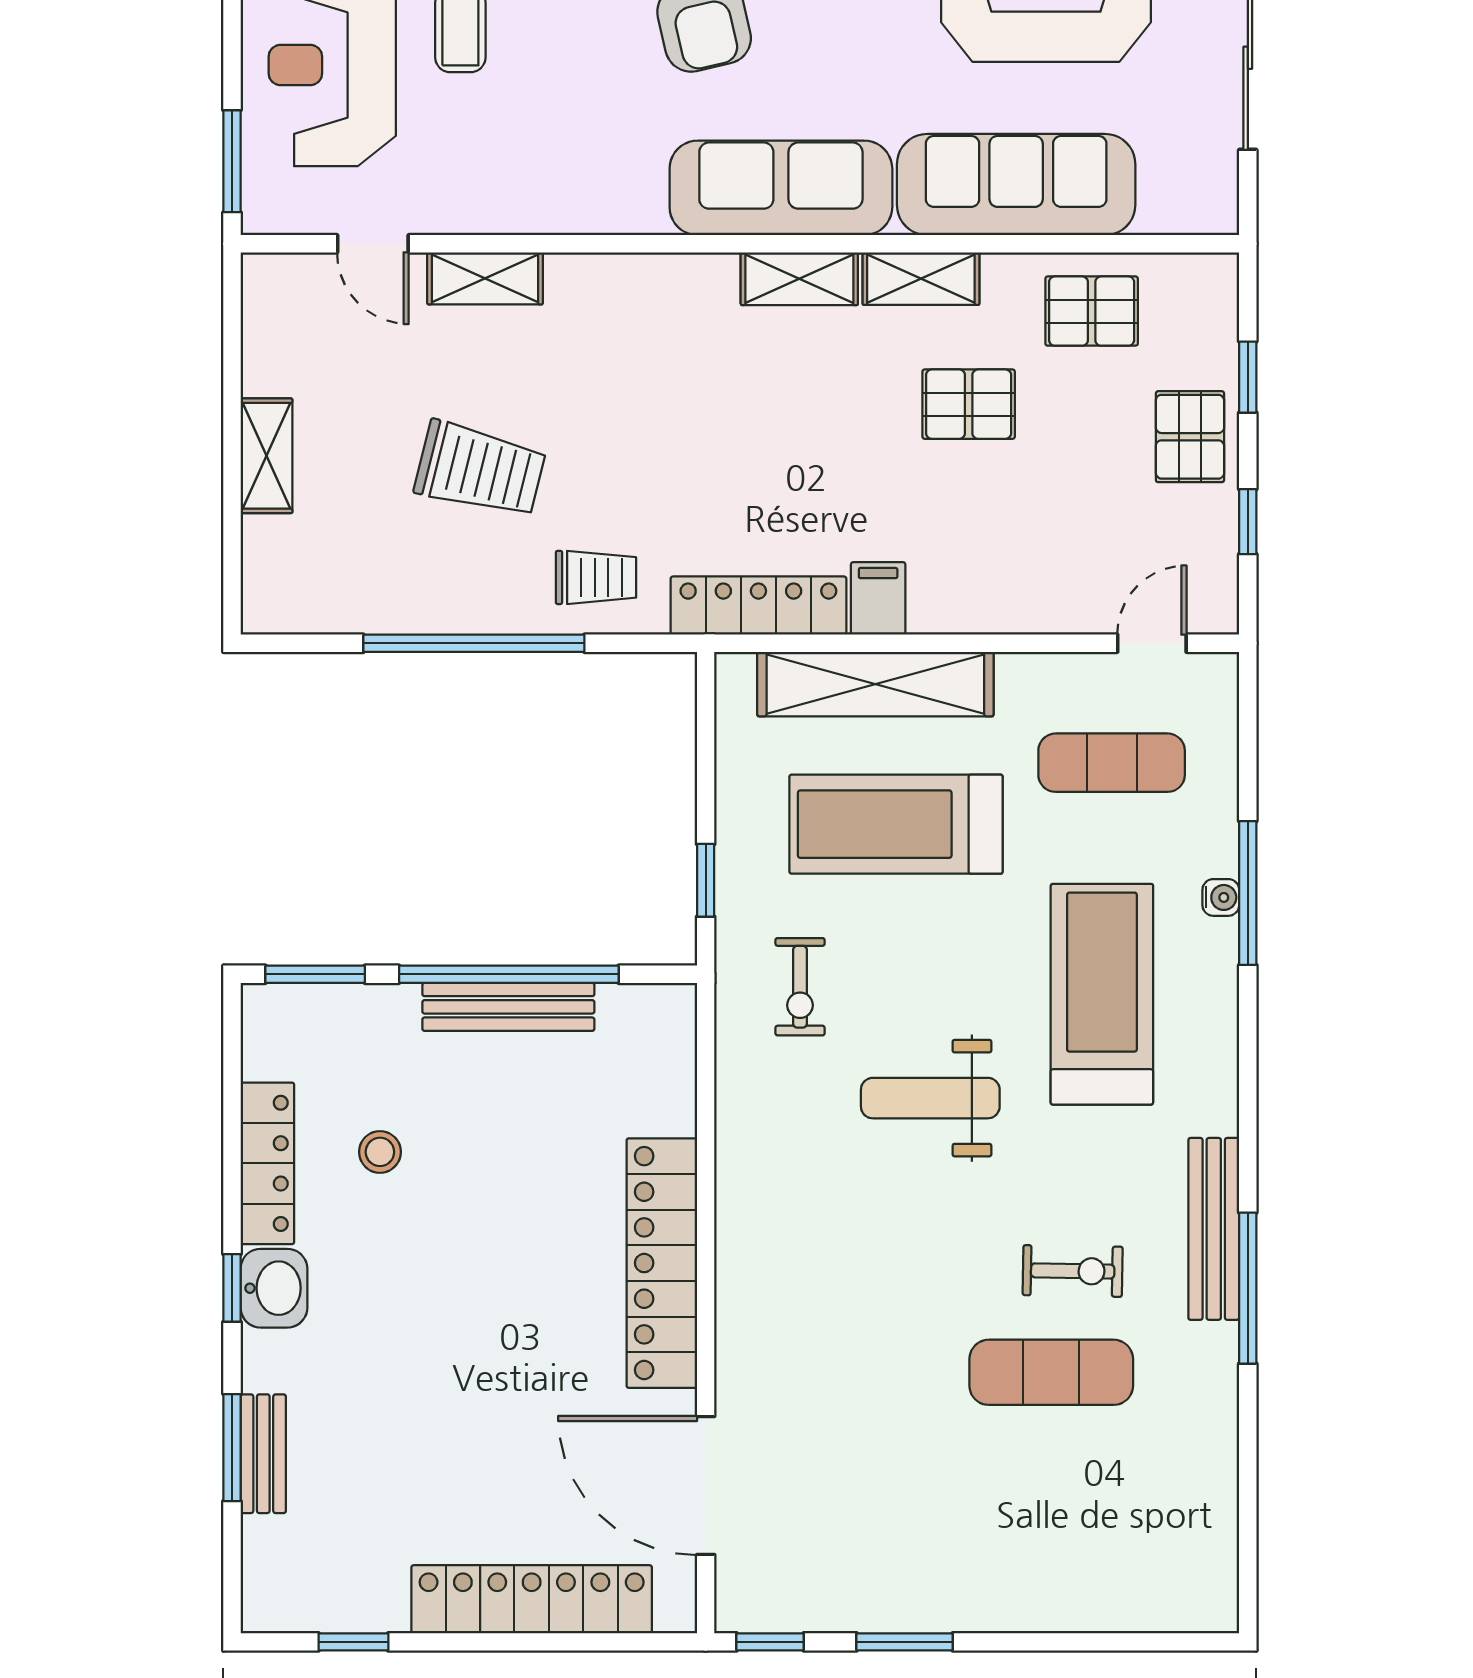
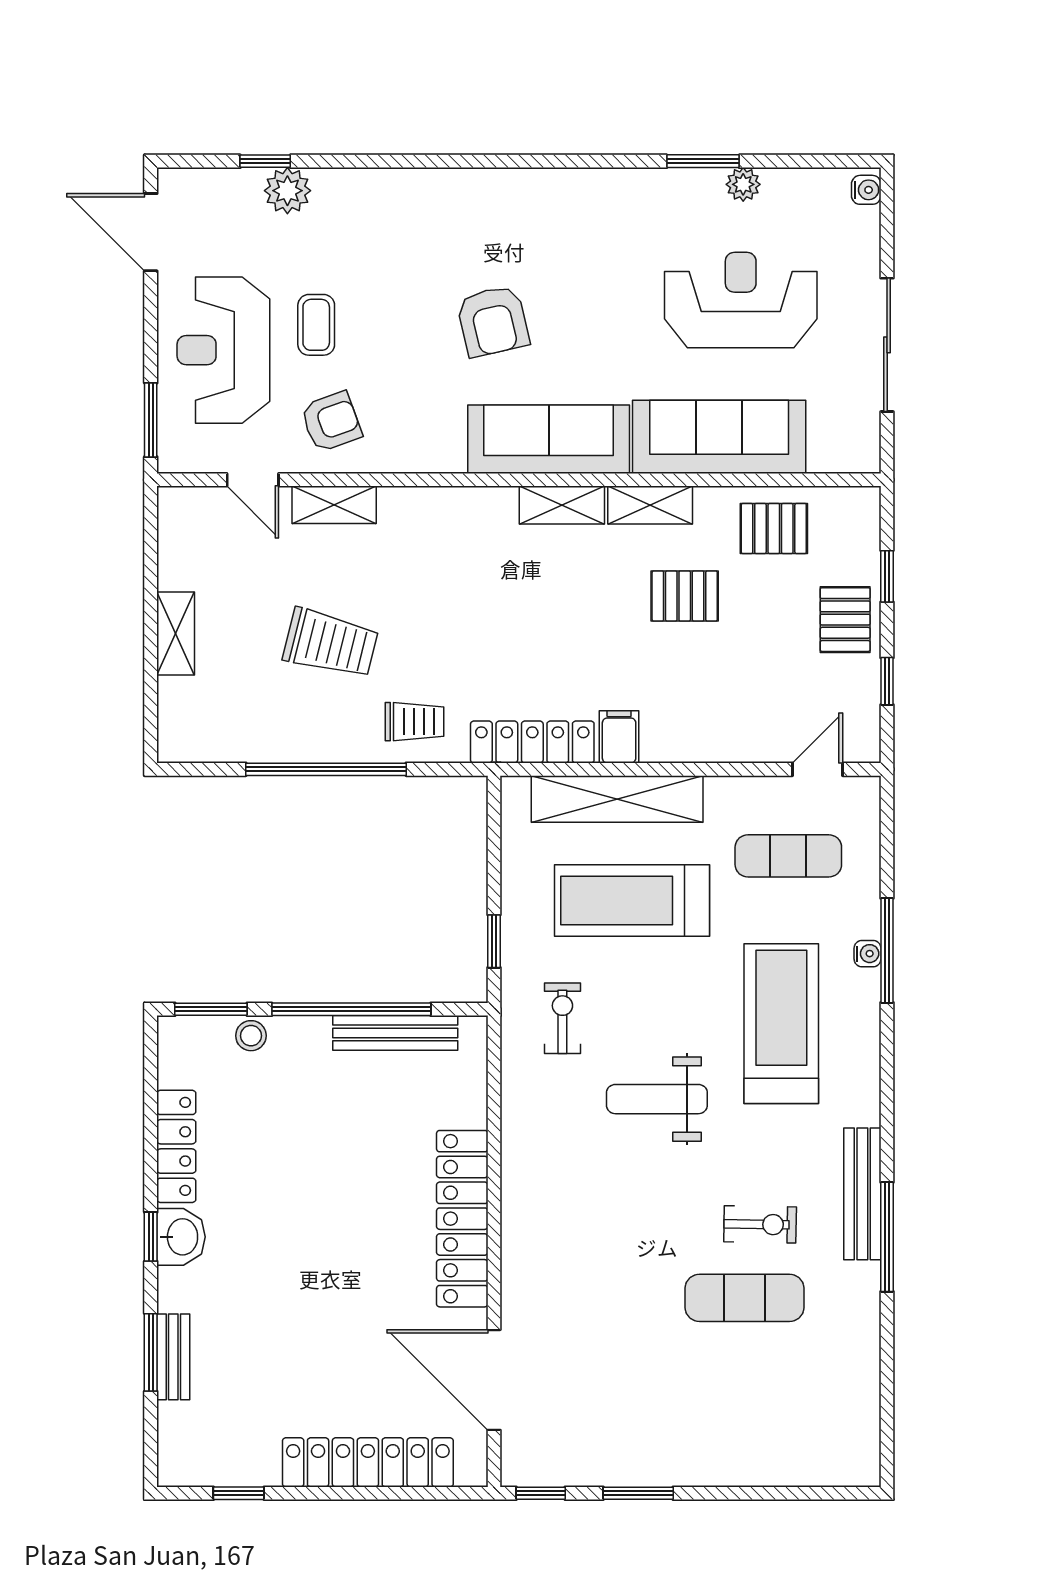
armchair: (481, 164) -> (331, 422), added
exercise bike: (800, 987) -> (562, 1018), turned 180
bench: (508, 1007) -> (395, 1033), moved
stool: (380, 1152) -> (251, 1036), moved

